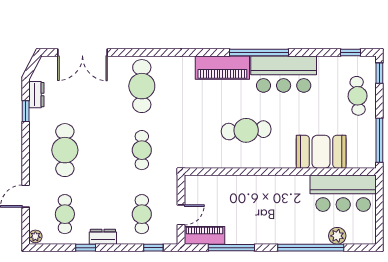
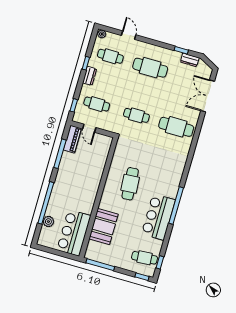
piano: (222, 68) -> (173, 180), removed
cafe table: (358, 96) -> (144, 258), moved

